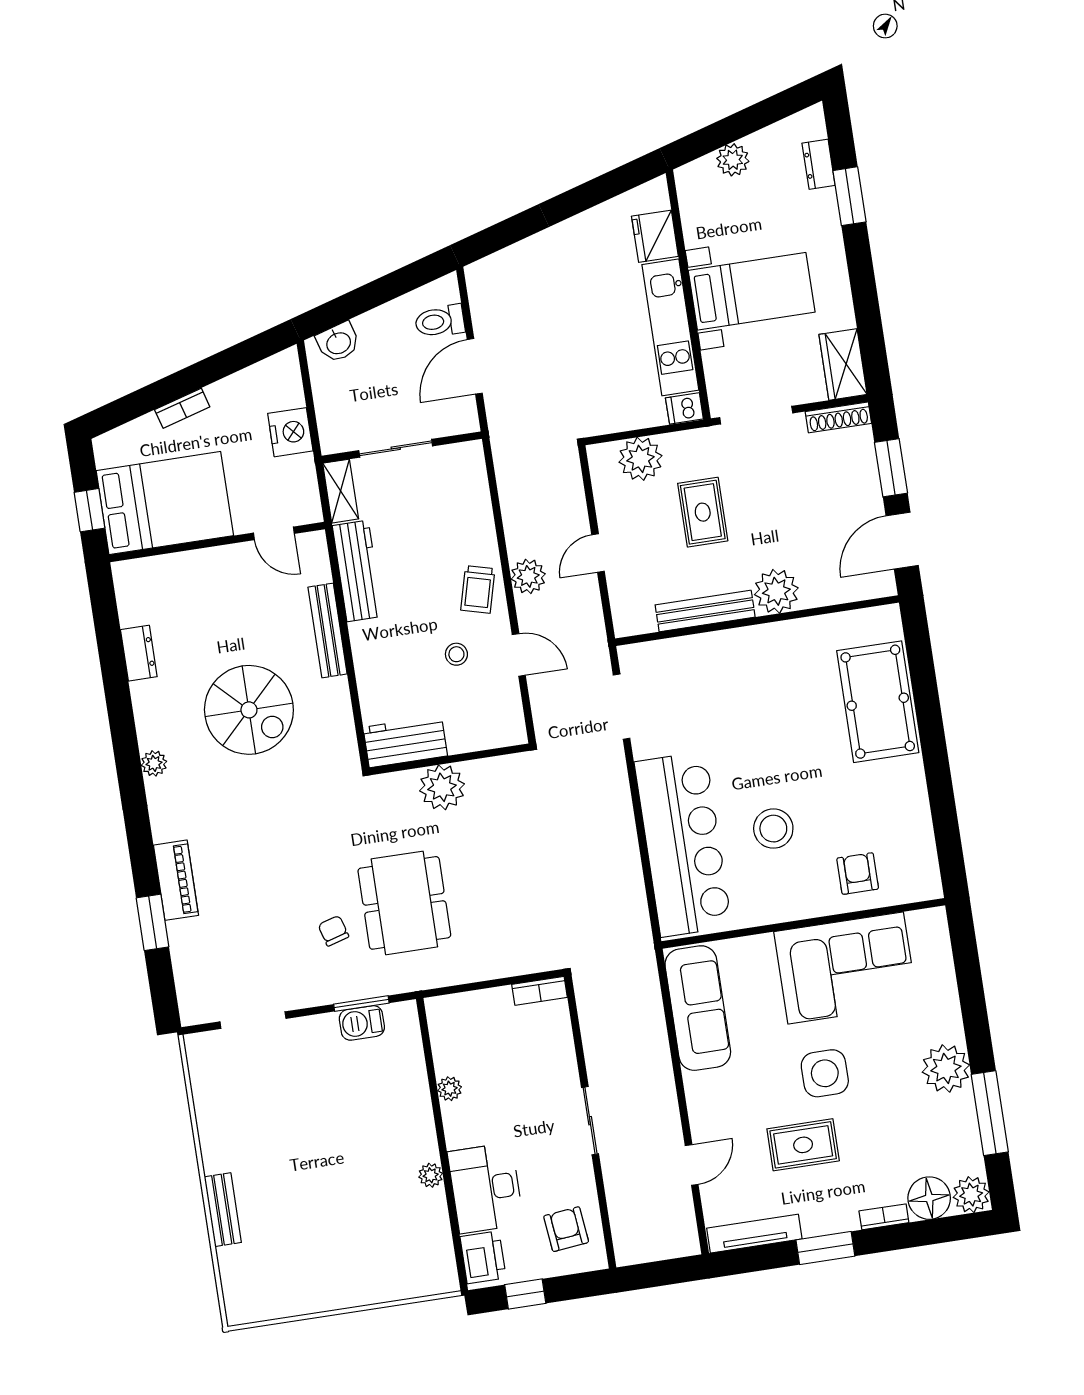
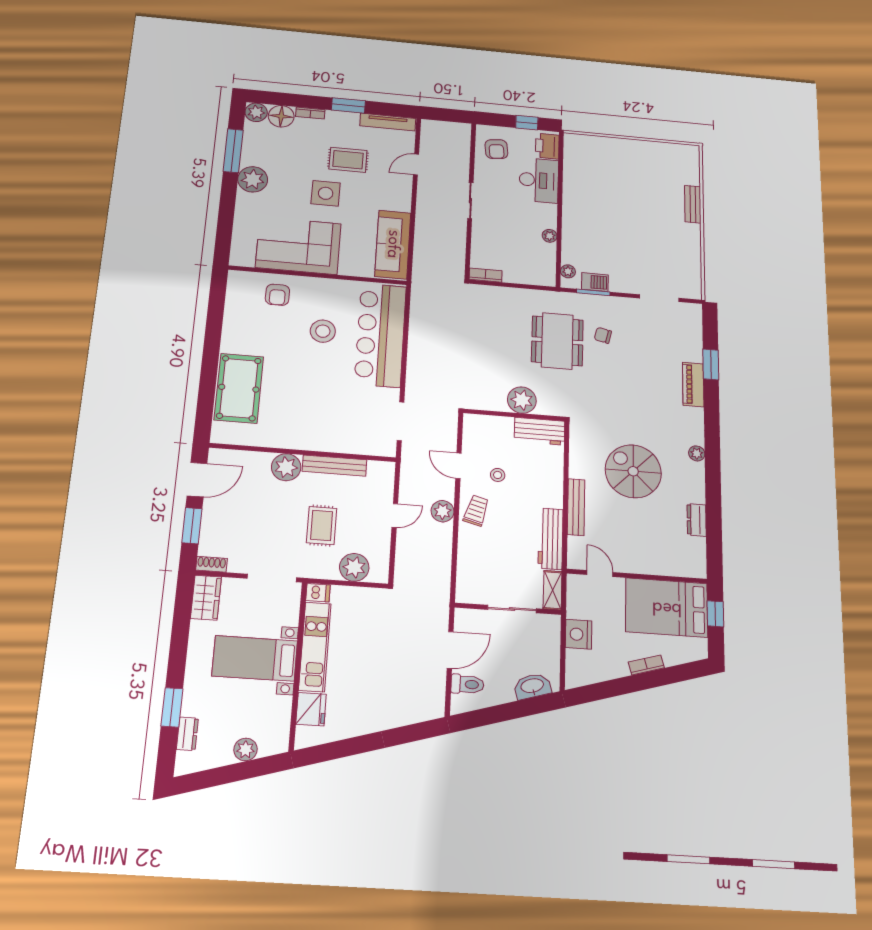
washbasin: (338, 342) -> (532, 686), width x1.38
shoe rack: (838, 417) -> (212, 564), width x0.70
chair: (333, 931) -> (603, 335), turned 119
plant: (431, 1175) -> (568, 271), moved

